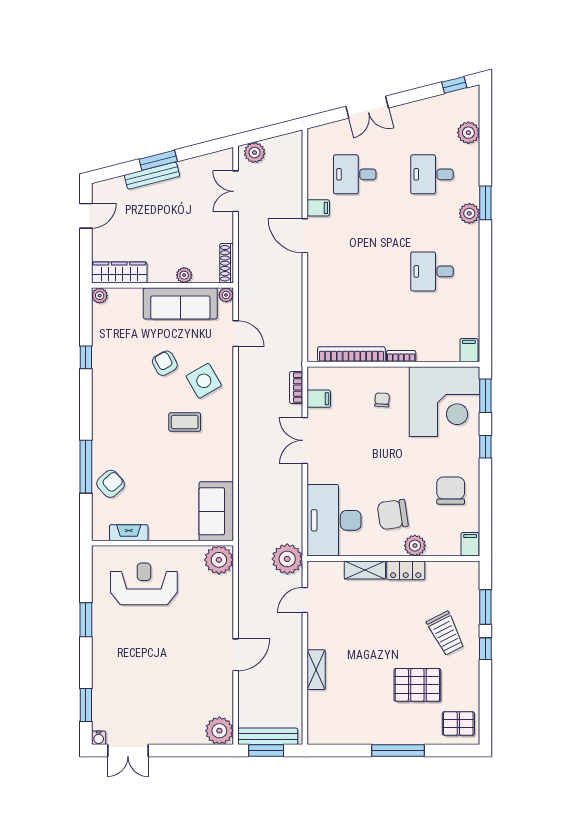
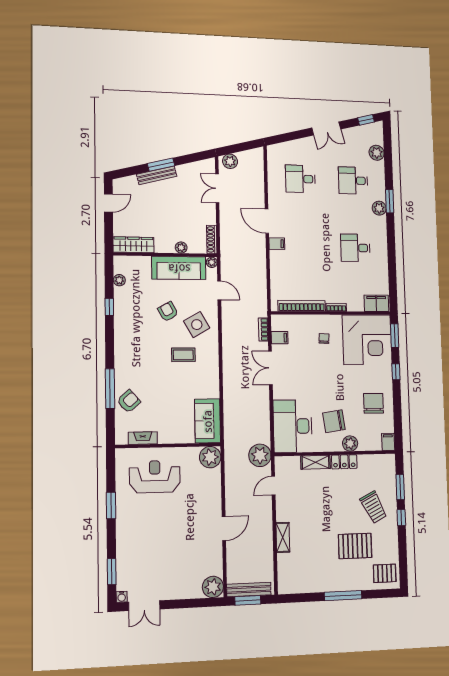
double door: (367, 107) -> (326, 129), moved
filing cabinet: (318, 208) -> (277, 244), moved
plant: (100, 296) -> (119, 280), moved
filing cabinet: (469, 350) -> (376, 303), width x2.00

